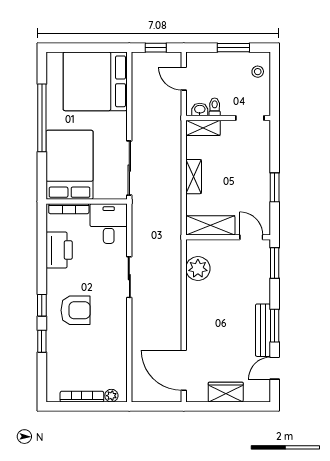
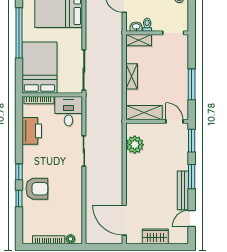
window: (275, 187) -> (192, 84), width x1.44
armchair: (75, 310) -> (37, 189), moved
window: (275, 326) -> (192, 177), moved

